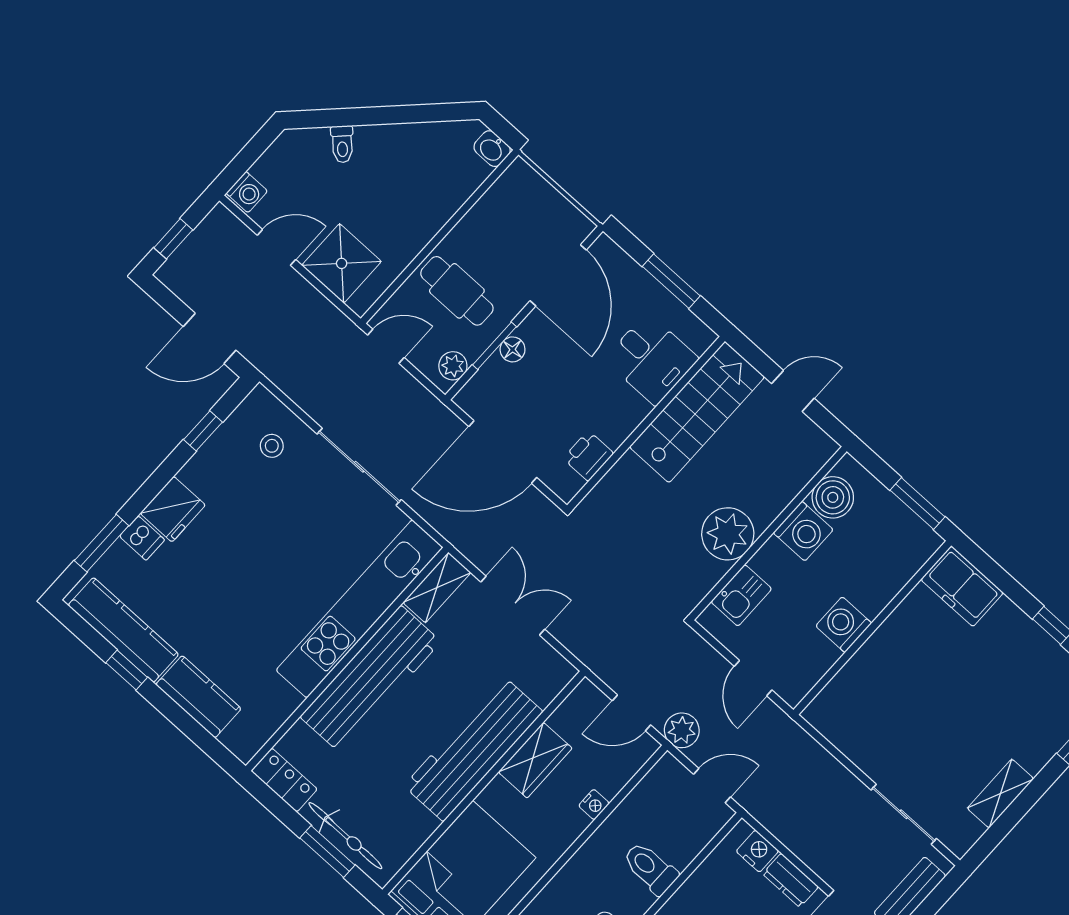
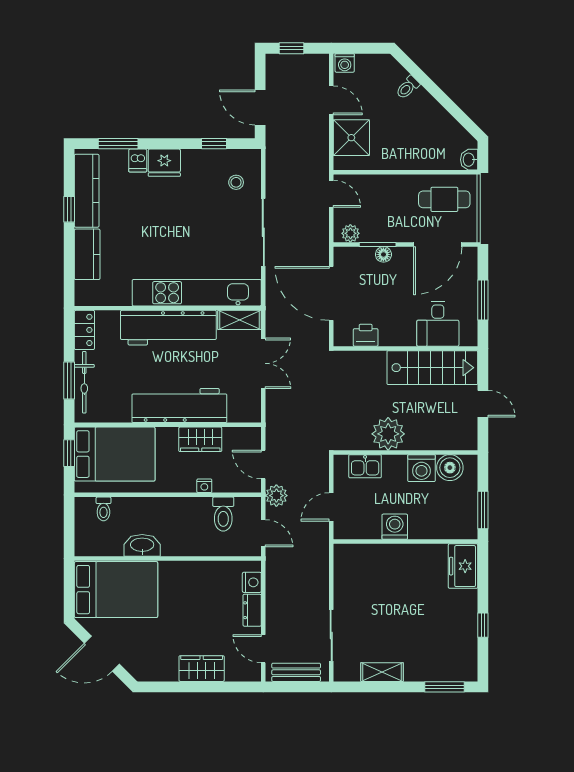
cafe table: (457, 291) -> (444, 199), moved, turned 90
toilet: (650, 868) -> (223, 514), moved, turned 180

